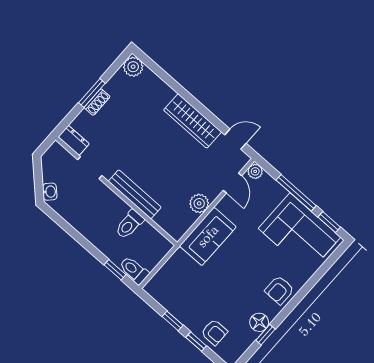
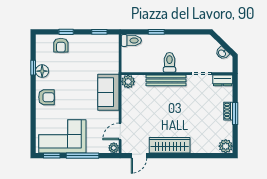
door: (232, 183) -> (120, 131), hinge flipped
washbasin: (50, 192) -> (222, 53), moved
plant: (199, 203) -> (128, 82), moved
toilet: (129, 224) -> (169, 62), moved
window: (115, 270) -> (156, 32), moved
armchair: (279, 290) -> (46, 97), turned 90
window: (173, 321) -> (99, 32), moved
armchair: (214, 332) -> (61, 45), turned -90

